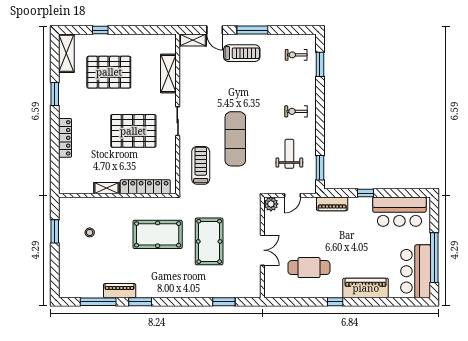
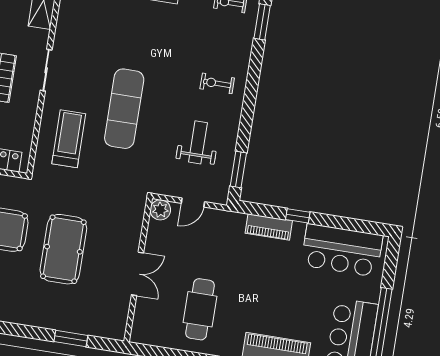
piano: (332, 204) -> (269, 227), moved
cafe table: (309, 268) -> (200, 309), turned 90

